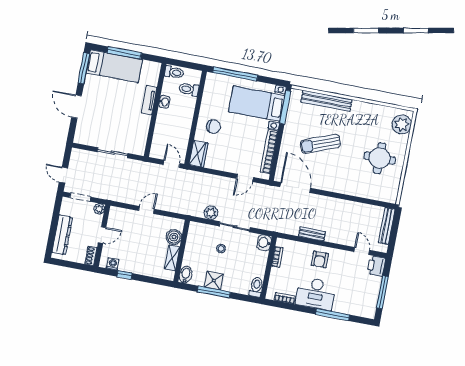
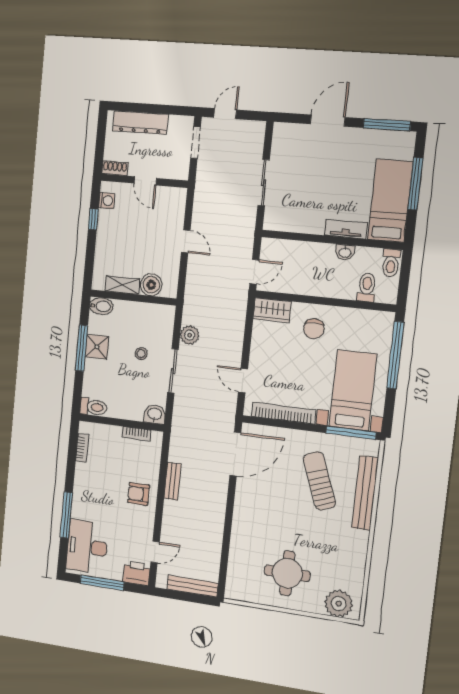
bed: (114, 66) -> (390, 201), moved, turned 180
sun lounger: (320, 144) -> (319, 481), moved
plant: (99, 209) -> (182, 172), removed
desk: (316, 293) -> (87, 547), moved

